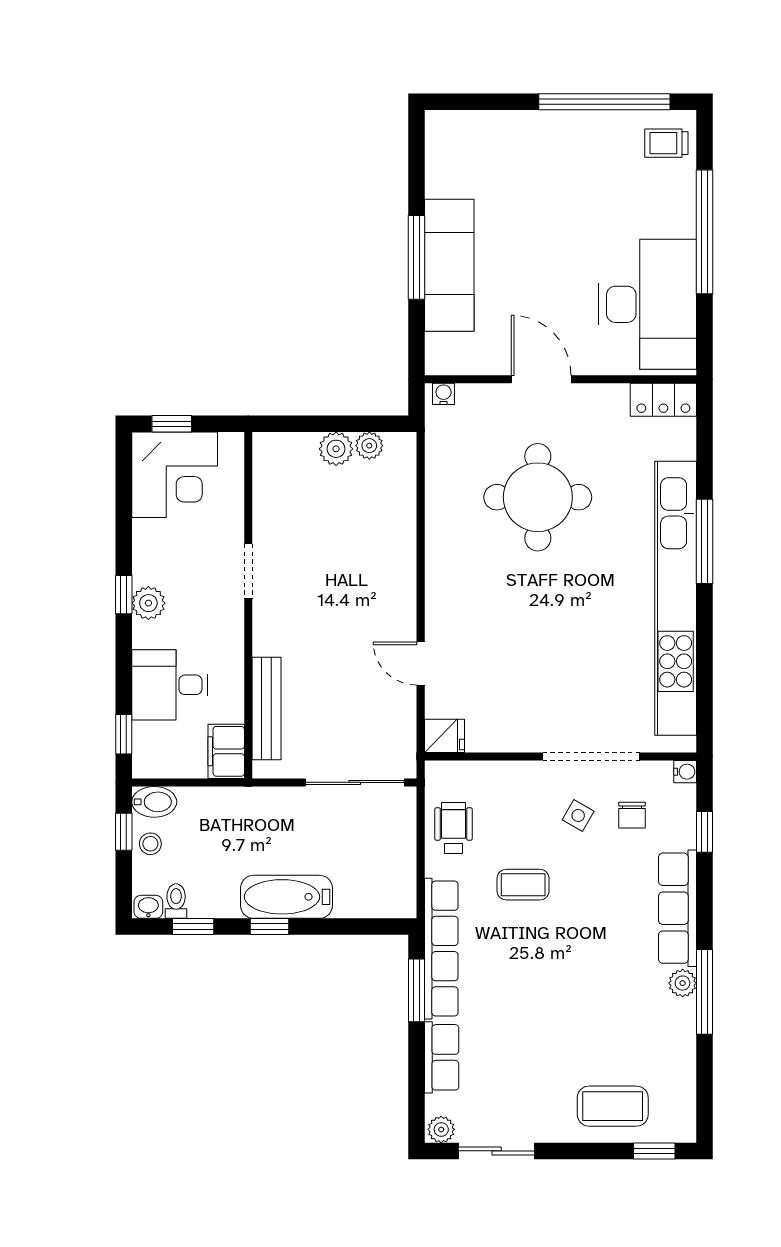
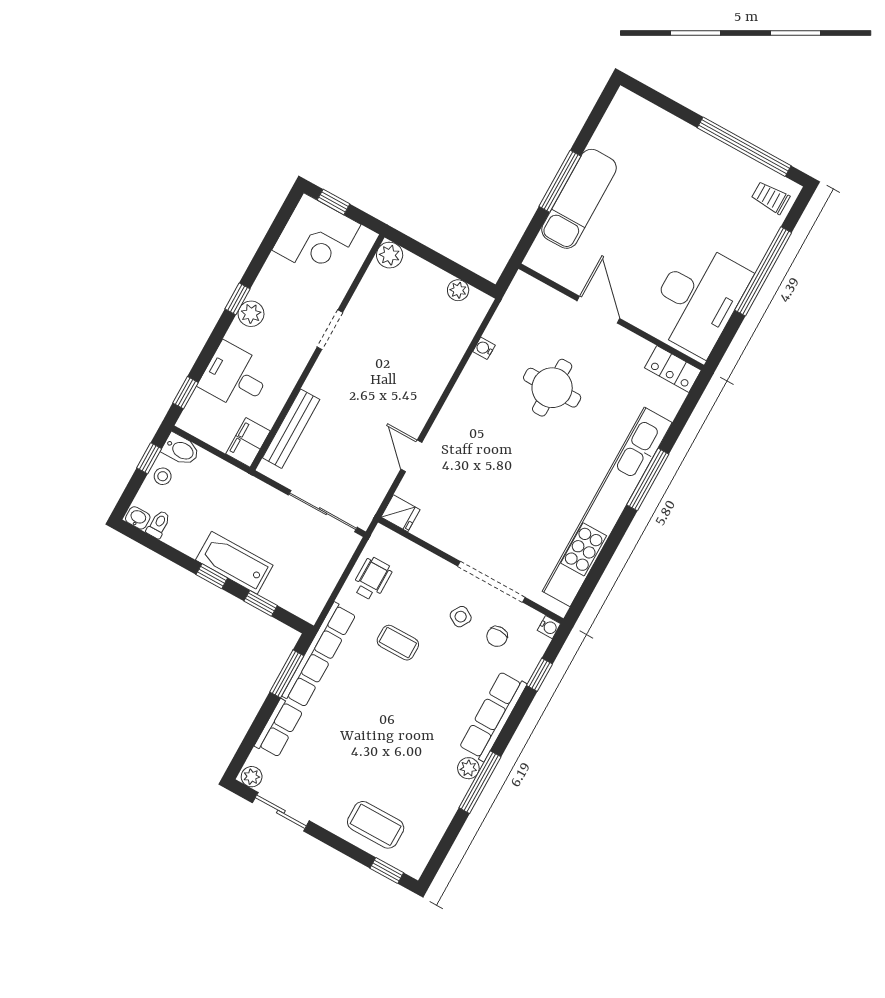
water cooler: (444, 394) -> (484, 348), moved, turned -90
plant: (336, 449) -> (390, 255), moved
round table: (538, 497) -> (552, 388), width x0.73, depth x0.73
window: (193, 927) -> (261, 603), moved

